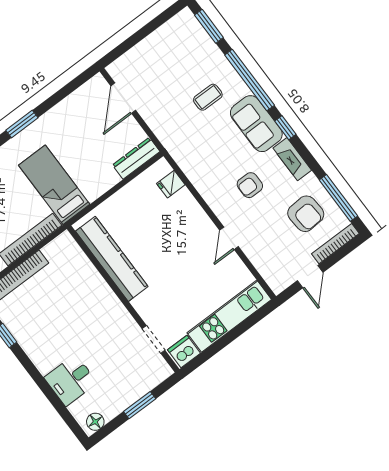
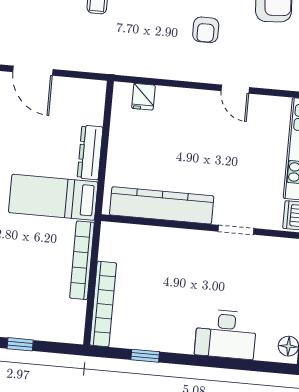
dresser: (136, 158) -> (90, 153), moved
doorway: (154, 340) -> (236, 230), moved
desk: (71, 380) -> (226, 334), width x1.37

